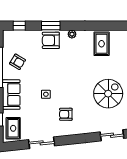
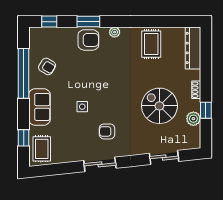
armchair: (51, 40) -> (88, 40), turned 180
spiral stairs: (108, 94) -> (159, 106), turned -90
sliding door: (42, 143) -> (100, 164), moved

